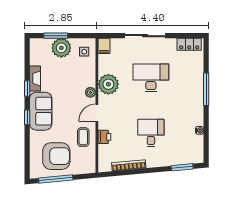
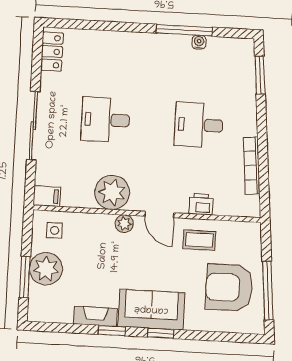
desk: (151, 78) -> (105, 120), width x0.73
window: (206, 89) -> (184, 30), moved
armchair: (56, 156) -> (229, 287), turned -90

